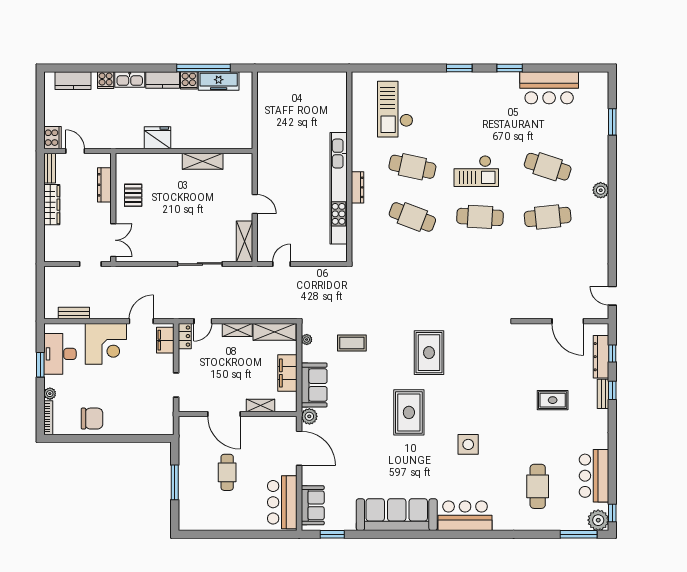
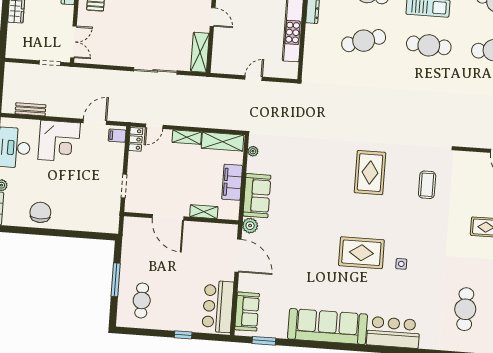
cafe table: (412, 217) -> (364, 41), turned -39
door: (282, 264) -> (254, 78), moved
filing cabinet: (165, 340) -> (117, 136), width x0.50
coffee table: (352, 343) -> (427, 185), moved, turned 90
rug: (409, 412) -> (361, 253), moved, turned 90
chair: (92, 419) -> (40, 212), turned -90
side table: (468, 444) -> (401, 264), width x0.54, depth x0.54
cafe table: (227, 472) -> (142, 300), moved
window: (249, 534) -> (183, 335), added

